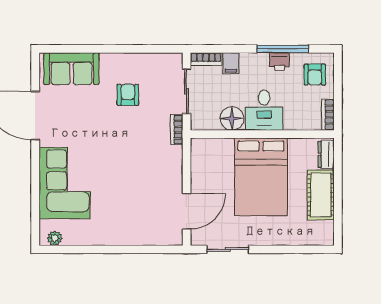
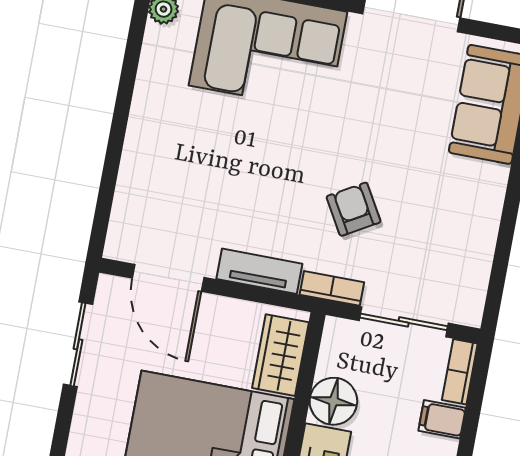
armchair: (128, 95) -> (354, 209), moved, turned -120
wardrobe: (214, 149) -> (280, 355), added
tv unit: (175, 167) -> (259, 271), added

